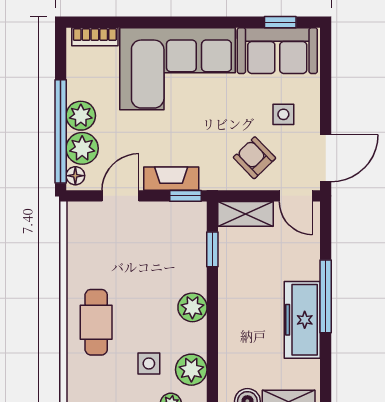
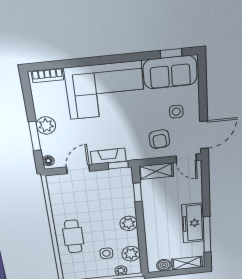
window: (61, 131) -> (35, 136), width x0.47
plant: (82, 148) -> (50, 145), removed
armchair: (254, 158) -> (159, 139), turned -141
window: (326, 296) -> (207, 235), moved

